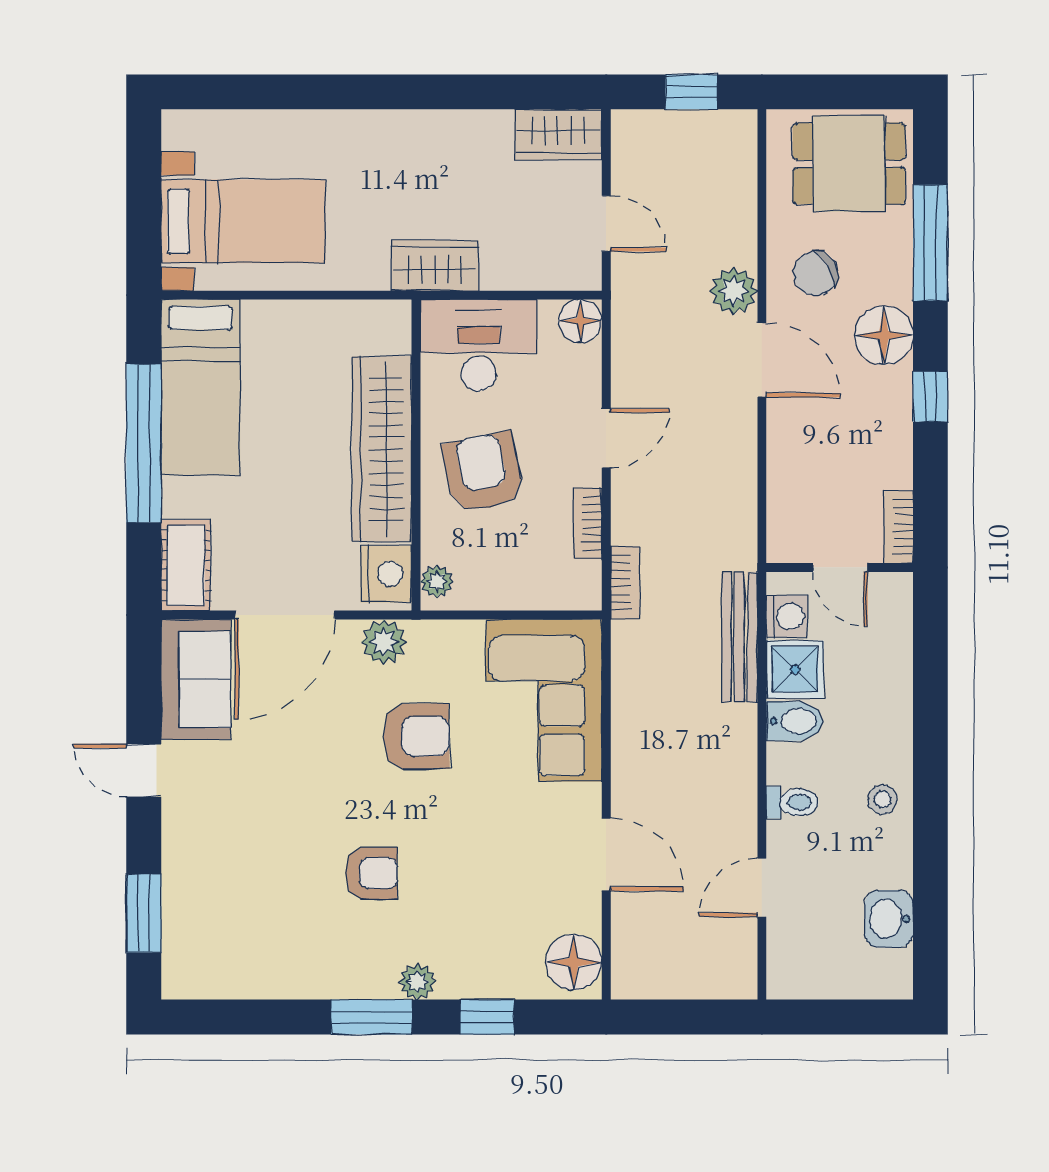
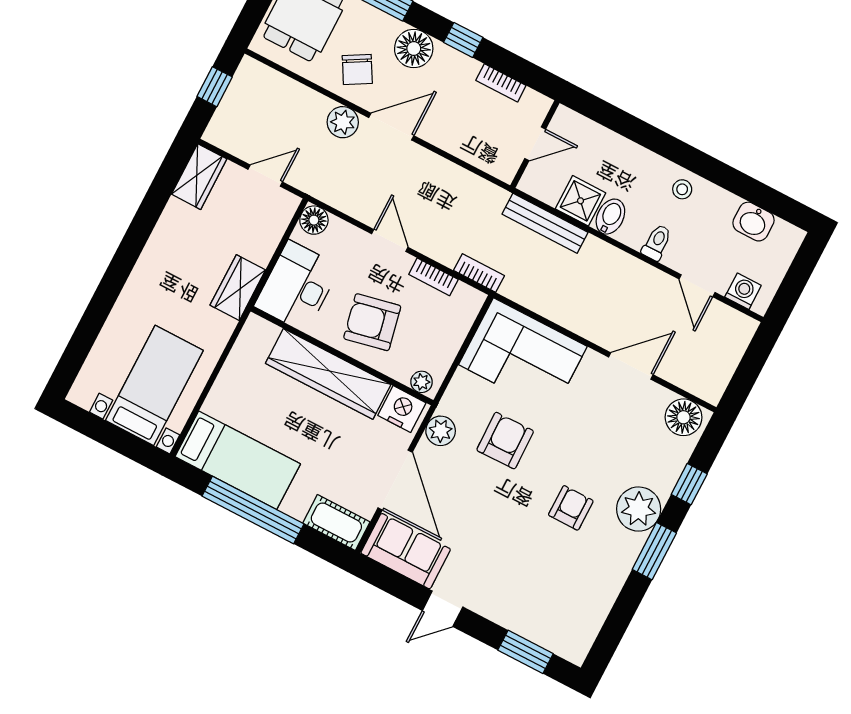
bookcase: (899, 527) -> (501, 83), moved
washing machine: (787, 616) -> (743, 291), moved
plant: (418, 982) -> (639, 509), width x1.88, depth x1.88

